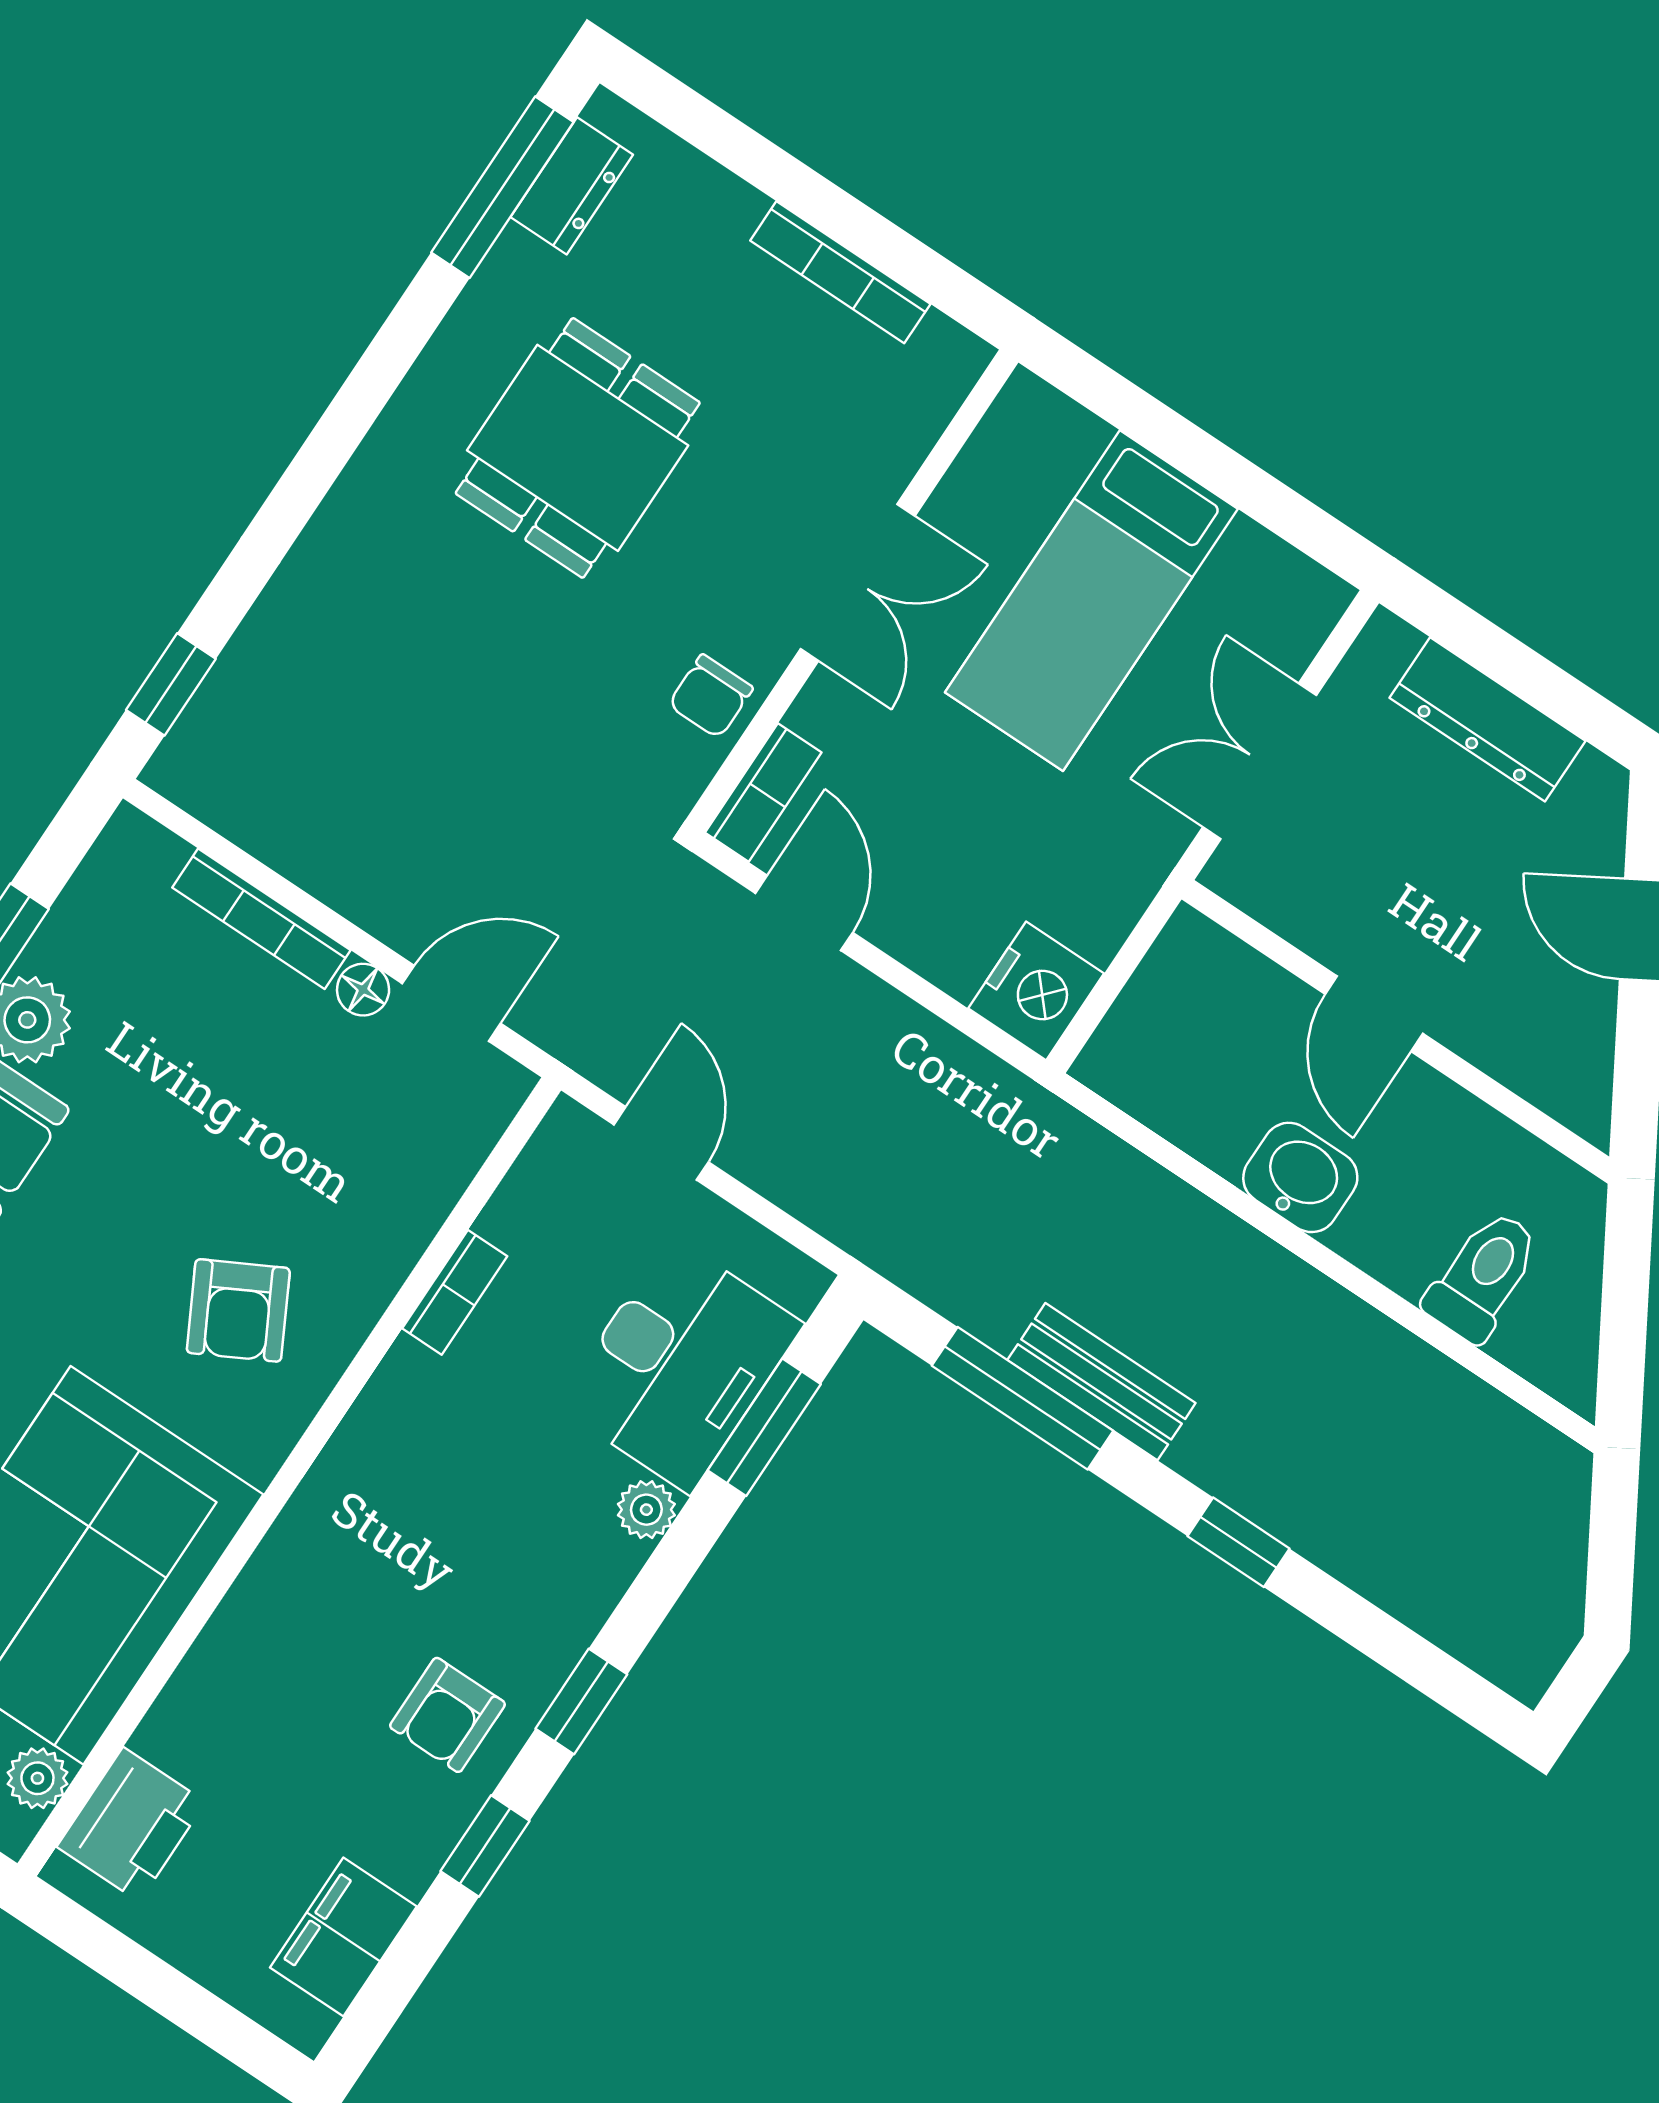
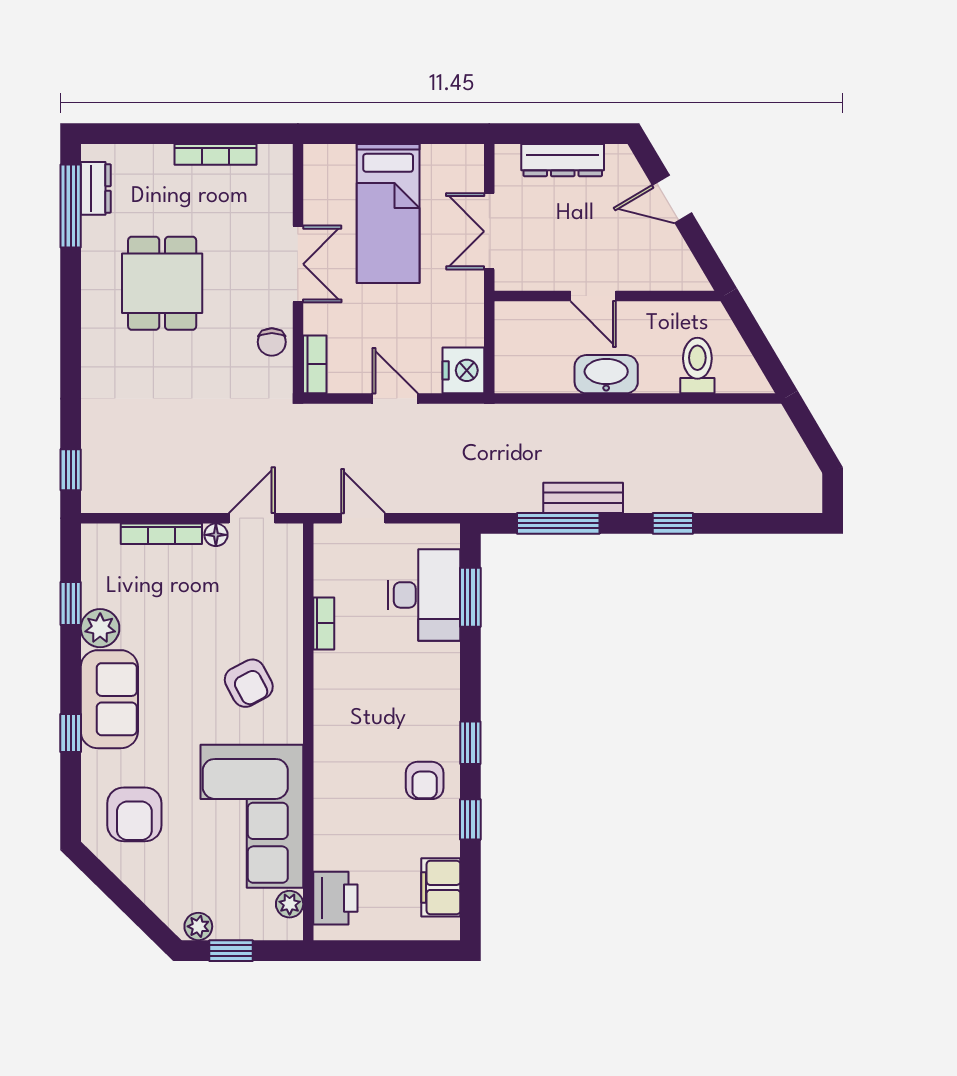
door: (804, 913) -> (395, 399), moved
washbasin: (1300, 1177) -> (606, 374), width x1.38
plant: (646, 1510) -> (447, 656), removed

